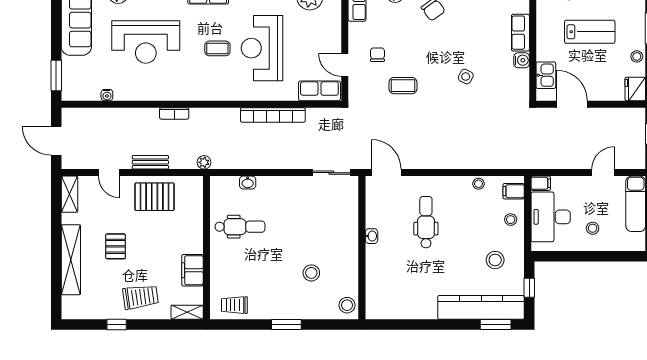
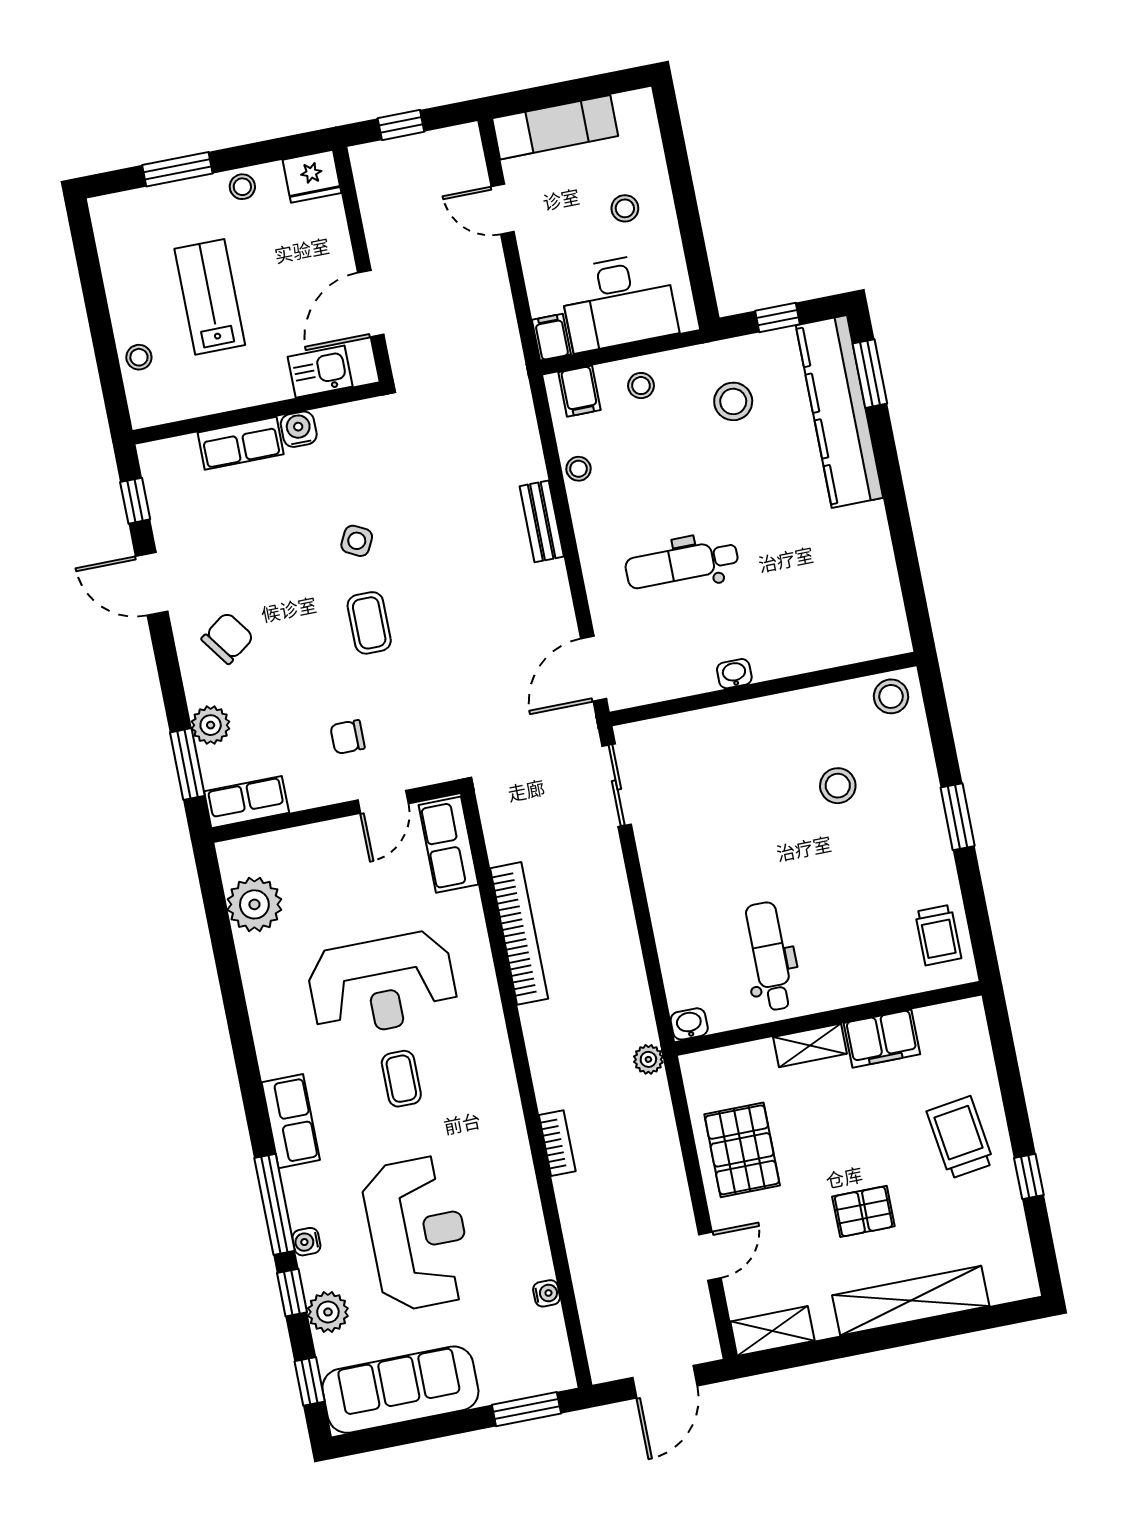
coffee table: (403, 86) -> (369, 623), moved
bench: (150, 162) -> (542, 521), moved
washbasin: (248, 183) -> (689, 1024), moved, turned -90
shelving: (187, 312) -> (810, 1045), moved, turned 90

